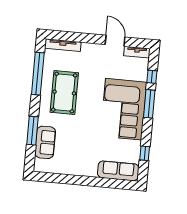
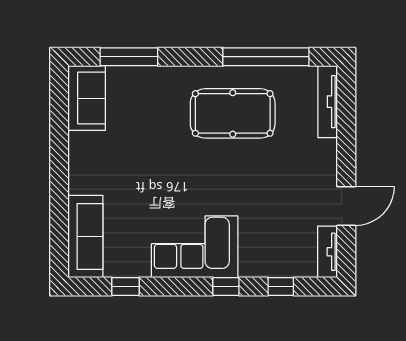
window: (149, 104) -> (226, 287), width x0.46
corner sofa: (124, 109) -> (195, 247), width x0.73, depth x0.74
window: (33, 131) -> (129, 57), moved
sofa: (45, 142) -> (87, 98), moved, turned -90

